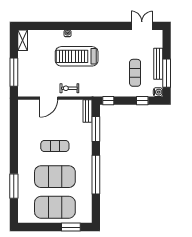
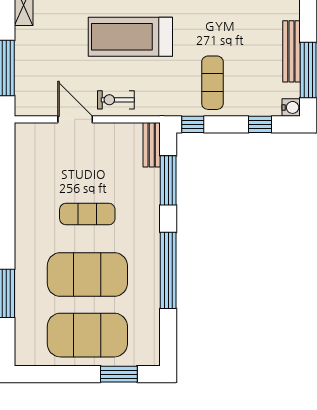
exercise mat: (135, 73) -> (212, 83), moved
door: (49, 98) -> (75, 119), swing flipped

